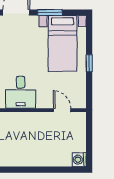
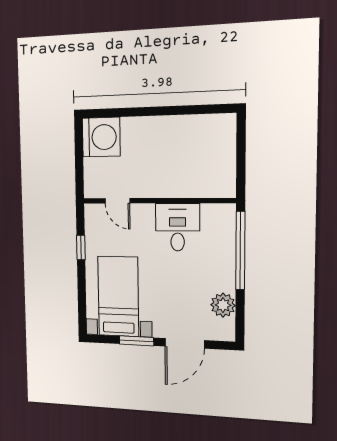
window: (89, 63) -> (81, 248), moved
washing machine: (79, 160) -> (101, 137), width x1.89, depth x1.89

